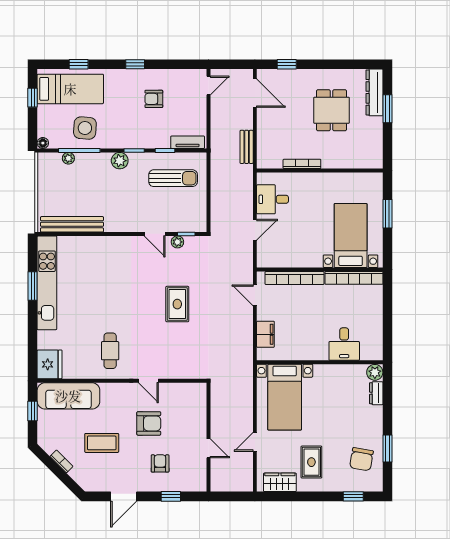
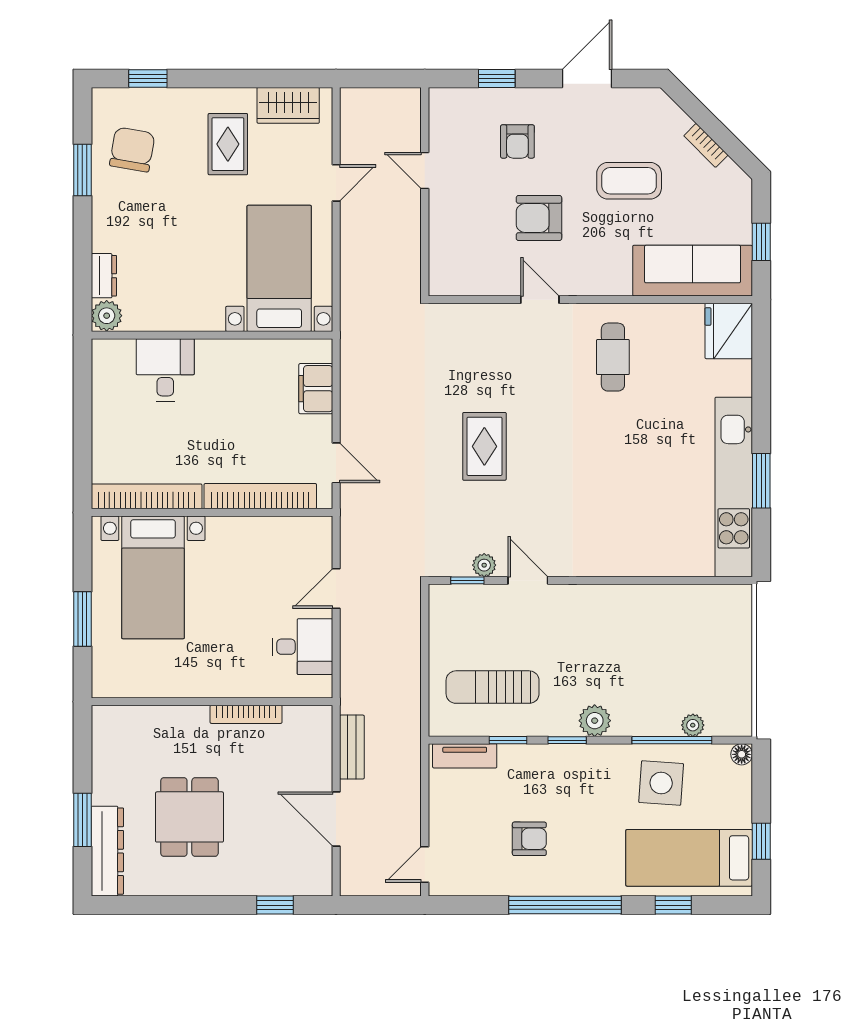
window: (135, 64) -> (565, 905), width x3.17
door: (255, 93) -> (336, 819), moved
bench: (72, 224) -> (686, 599), removed

